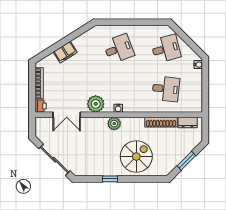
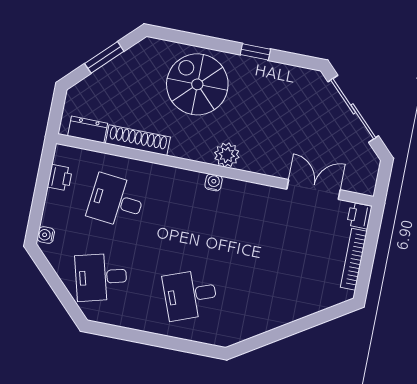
filing cabinet: (65, 52) -> (293, 308), removed
printer: (197, 95) -> (60, 178), added
plant: (96, 104) -> (254, 199), removed
spiral stairs: (136, 156) -> (197, 84), turned 90

